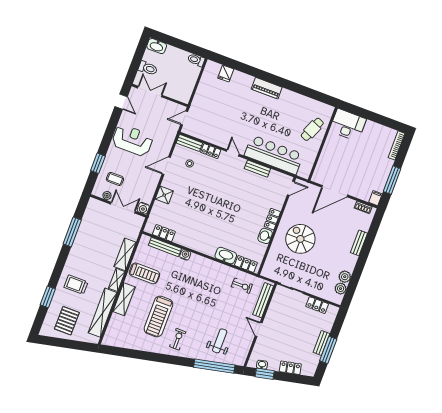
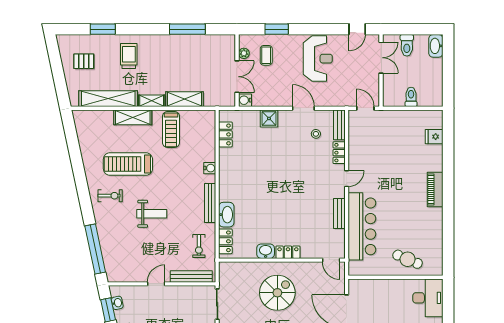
toilet: (196, 60) -> (411, 97), moved
bench: (165, 247) -> (210, 203), moved
pallet: (67, 321) -> (84, 61), width x0.67, depth x0.71
weight bench: (220, 341) -> (152, 214), moved

